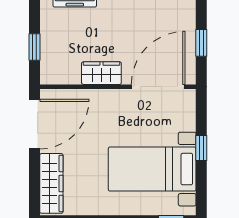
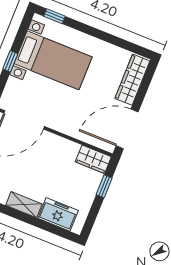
wardrobe: (101, 73) -> (93, 159), moved

